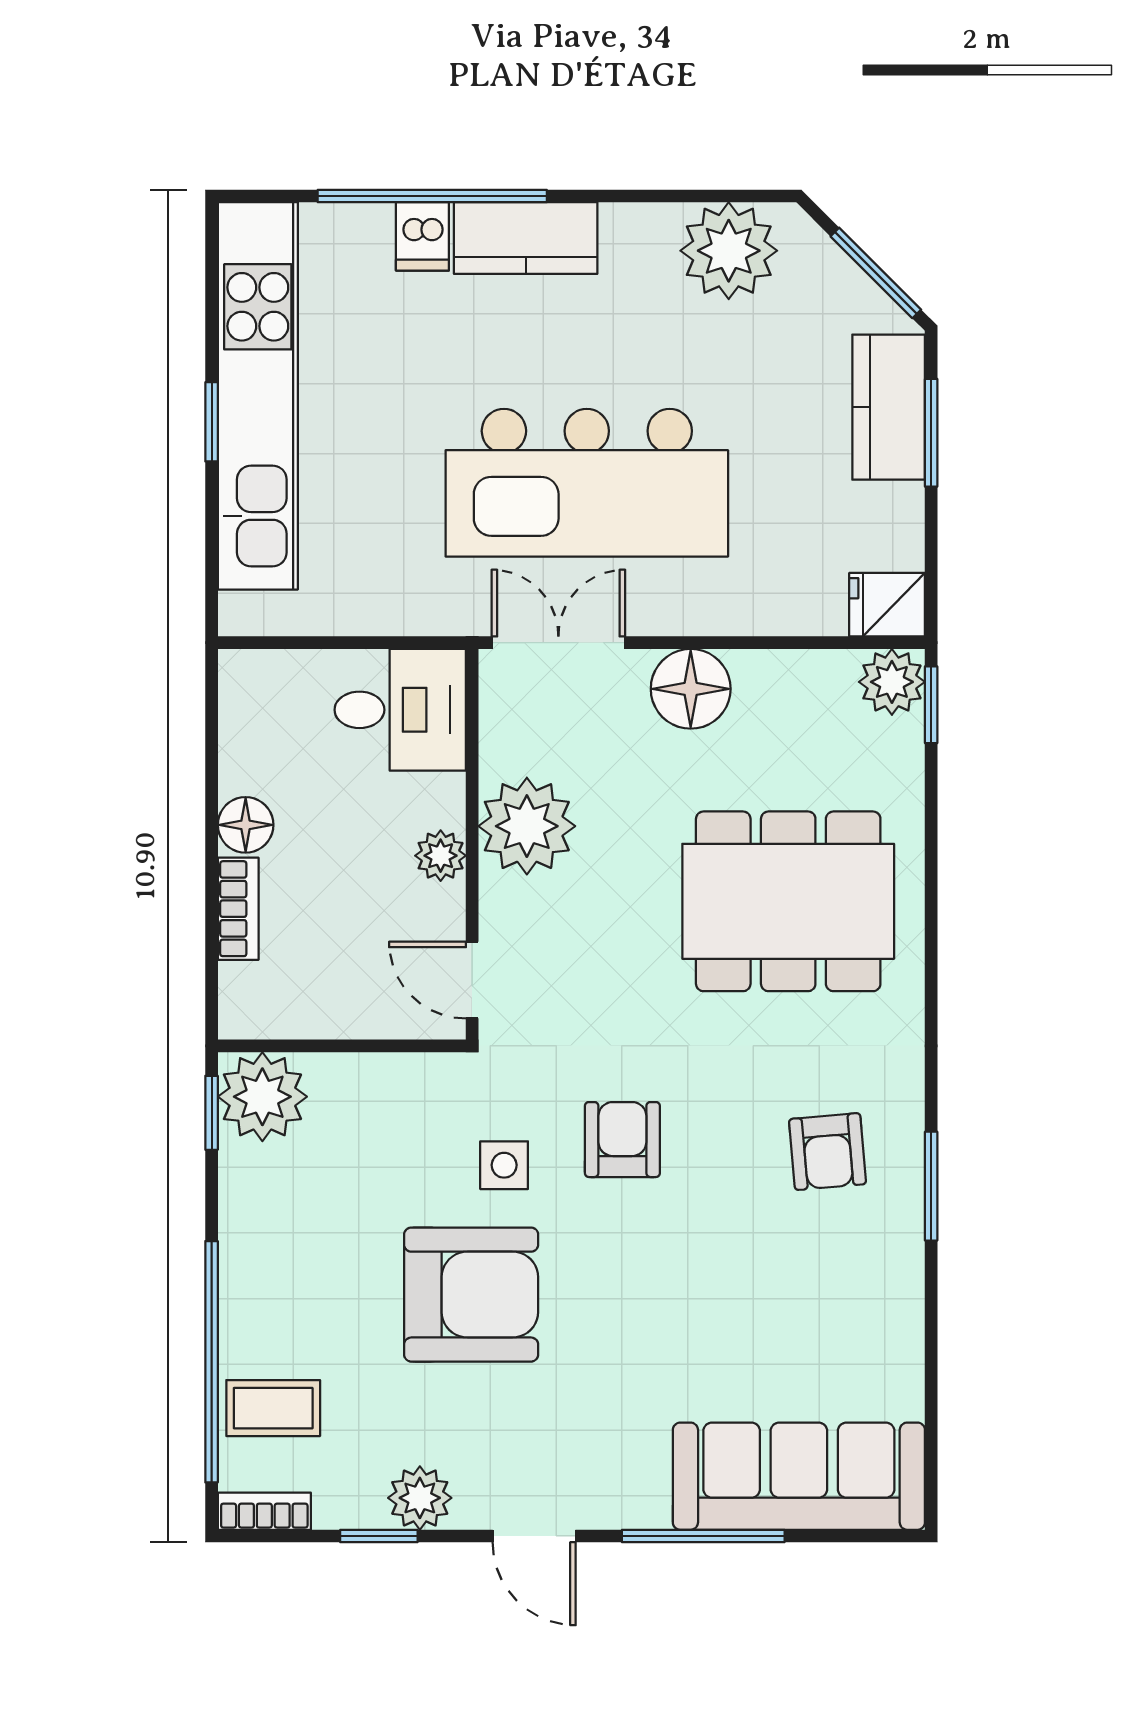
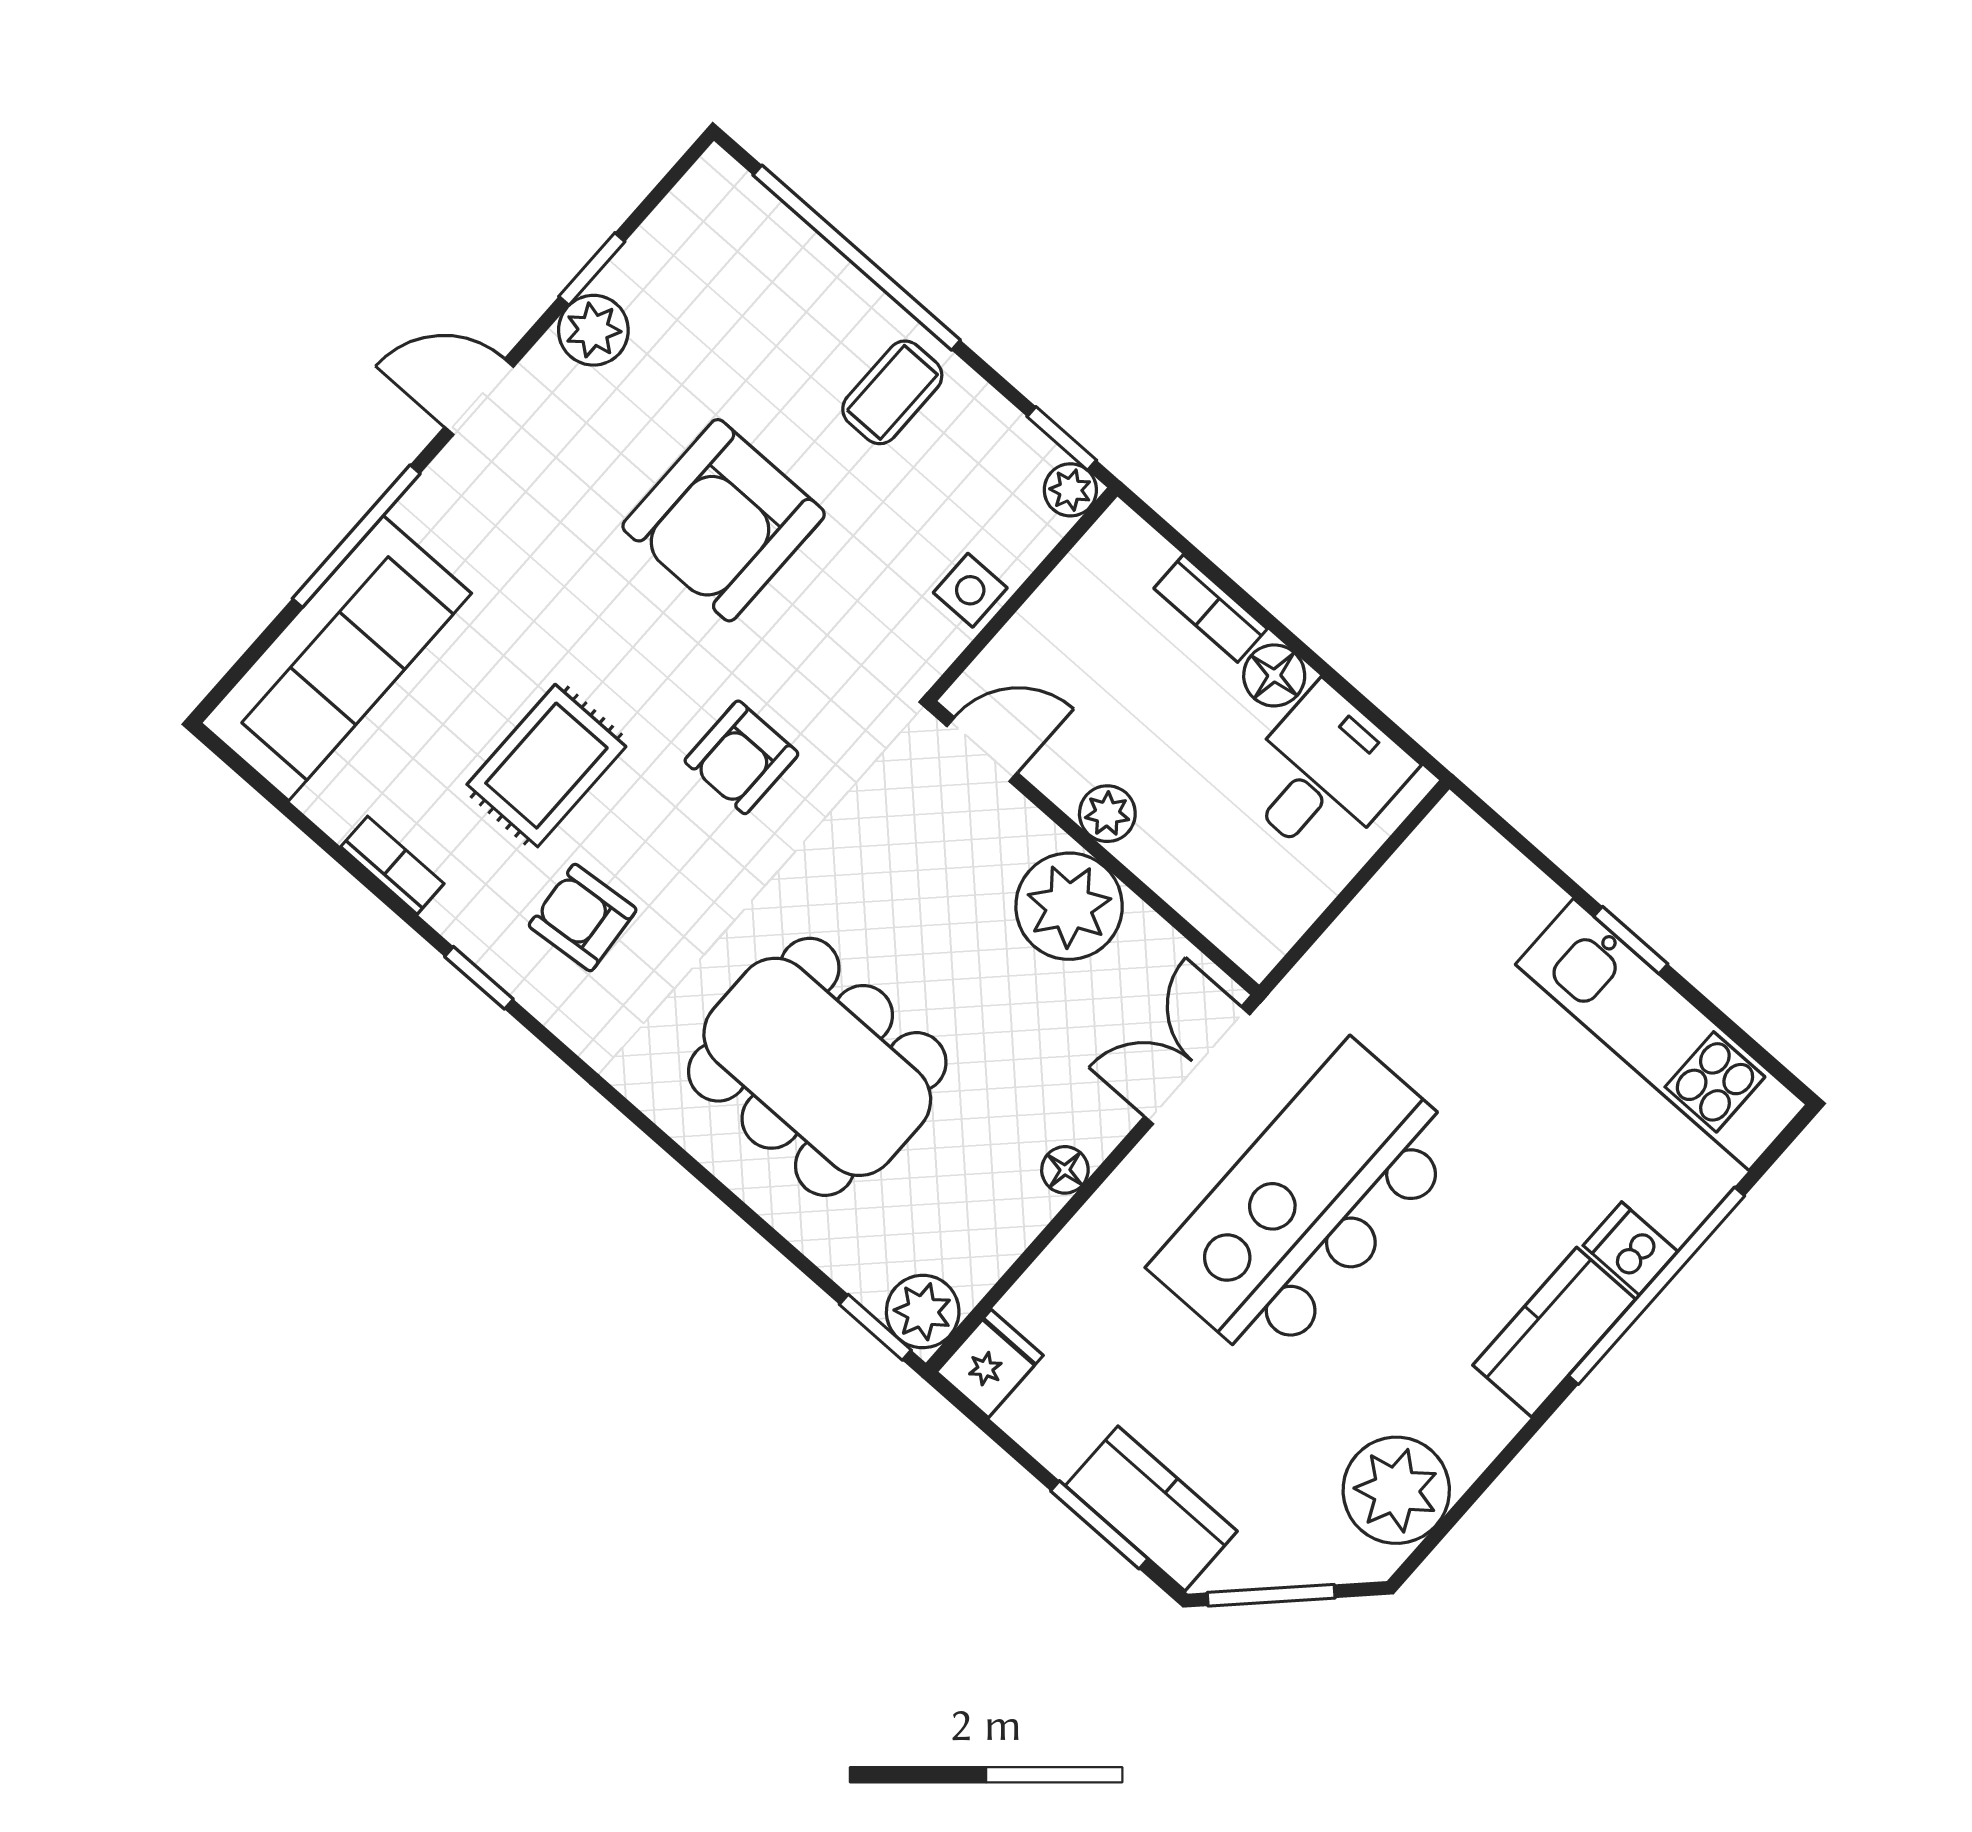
kitchen unit: (258, 396) -> (1661, 1034), width x0.73
double door: (558, 643) -> (1197, 1065), swing flipped
floor lamp: (691, 689) -> (1065, 1170), width x0.53, depth x0.53
desk: (400, 710) -> (1324, 775), moved, turned 180
dining table: (788, 901) -> (817, 1067), turned 90
plant: (262, 1097) -> (1070, 490), width x0.53, depth x0.53
armchair: (622, 1140) -> (741, 757), turned 90
side table: (504, 1165) -> (970, 590), moved
window: (931, 1186) -> (479, 978), width x0.67
rug: (746, 1268) -> (546, 766), added
coffee table: (273, 1408) -> (892, 392), moved
bookcase: (264, 1511) -> (392, 865), moved, turned -90

